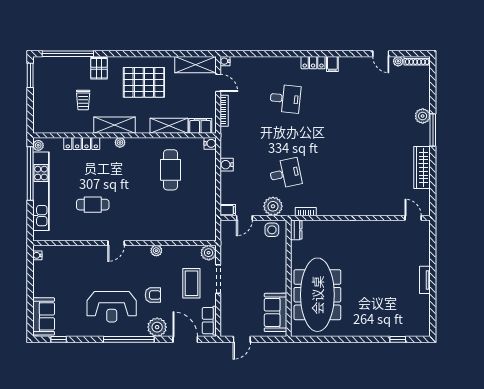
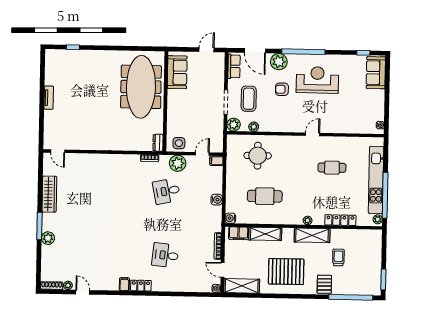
cafe table: (170, 170) -> (265, 196), turned 90
round table: (180, 217) -> (258, 156), added
plant: (156, 251) -> (254, 127), moved

